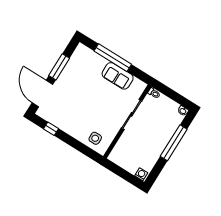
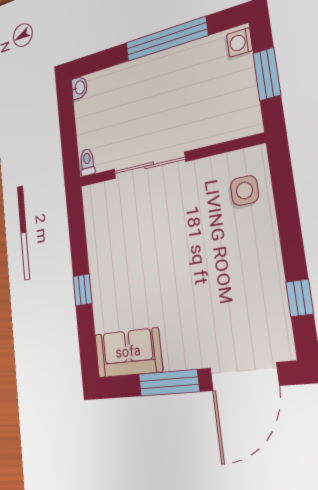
window: (113, 58) -> (83, 290), width x0.32
sofa: (118, 76) -> (128, 353), moved, turned -90
window: (174, 143) -> (166, 39), moved
window: (123, 174) -> (267, 74), added

